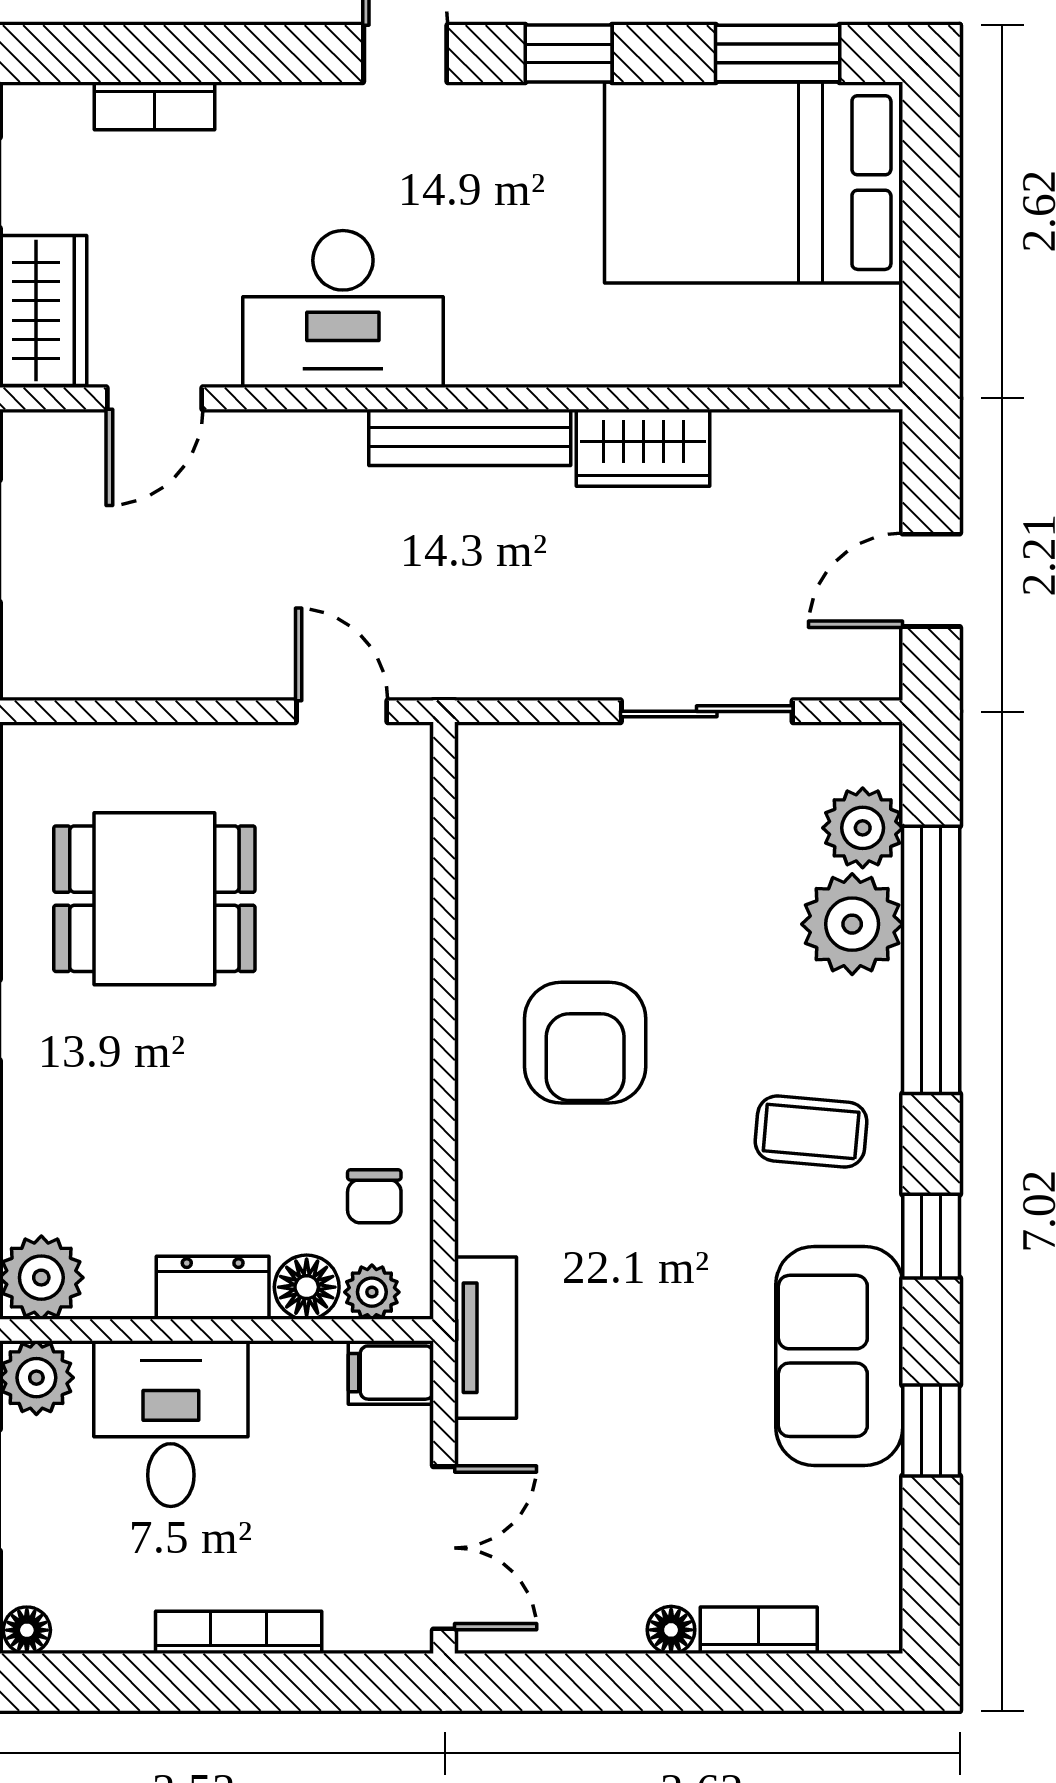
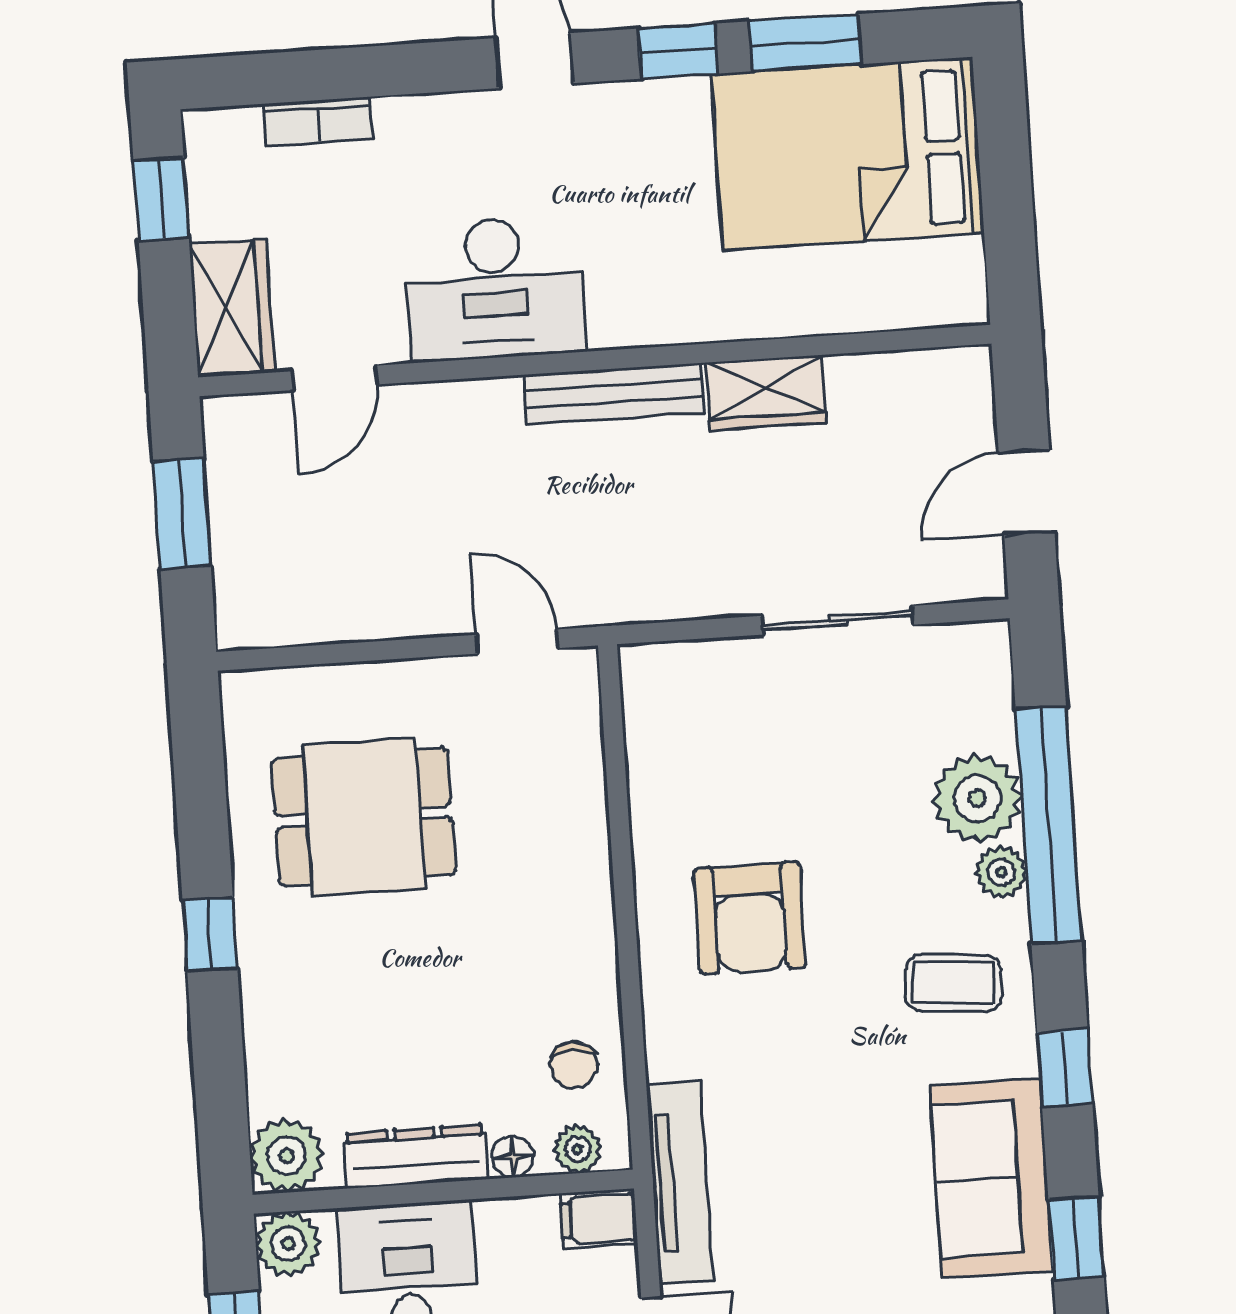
window: (778, 53) -> (805, 43), moved
plant: (863, 828) -> (1001, 872), moved, width x0.73, depth x0.73
floor lamp: (307, 1287) -> (513, 1157), width x0.73, depth x0.73
dresser: (213, 1288) -> (416, 1156), width x1.44
tv unit: (485, 1338) -> (680, 1183), width x1.41

